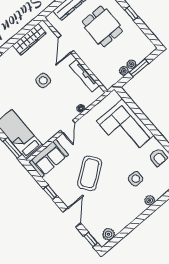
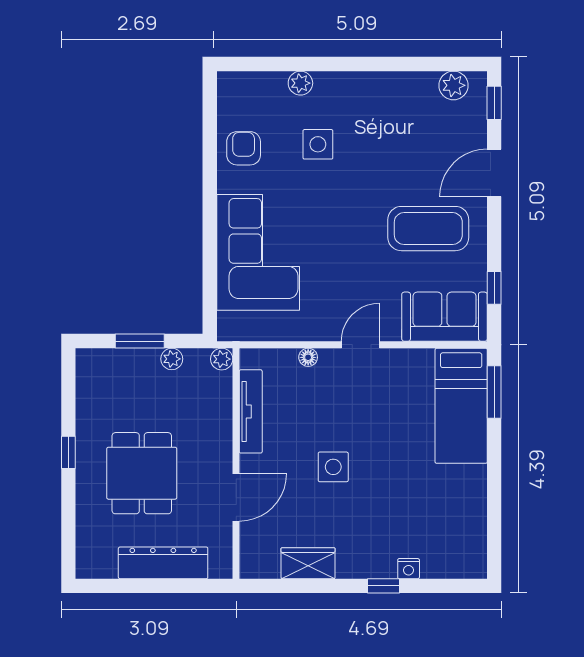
wardrobe: (29, 39) -> (308, 563), width x0.67
plant: (131, 64) -> (222, 359), moved
coffee table: (90, 173) -> (428, 229), moved, turned 36
window: (50, 192) -> (494, 288), moved
plant: (150, 200) -> (300, 83), moved

